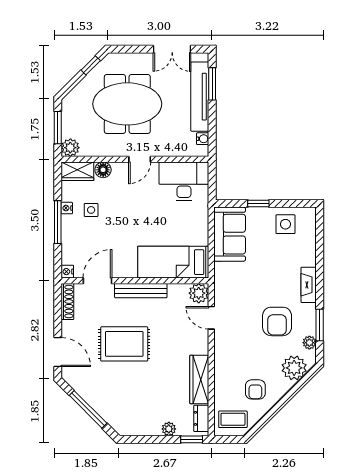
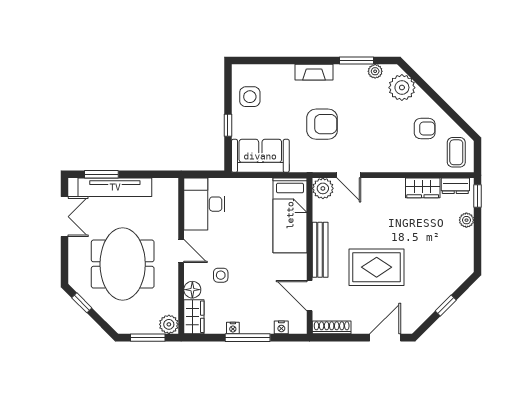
water cooler: (203, 139) -> (159, 184), removed
side table: (91, 210) -> (221, 275), moved
nightstand: (67, 272) -> (281, 327), moved
door: (211, 318) -> (349, 175), hinge flipped
armchair: (277, 321) -> (322, 124), moved
rug: (124, 344) -> (377, 267), turned 90
wardrobe: (199, 379) -> (423, 188), width x0.67
window: (88, 409) -> (446, 306), width x0.46

